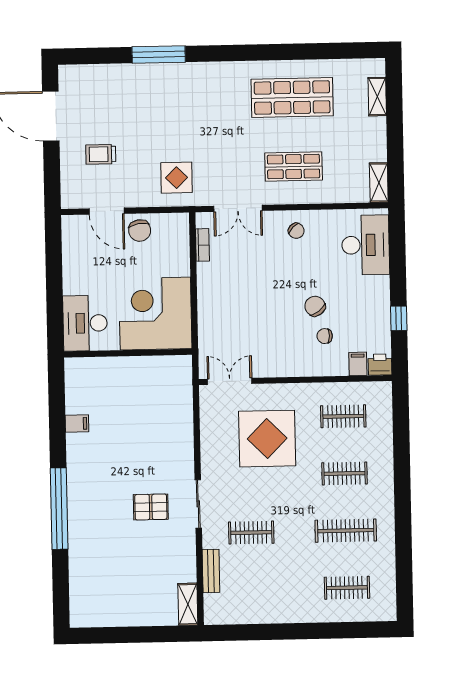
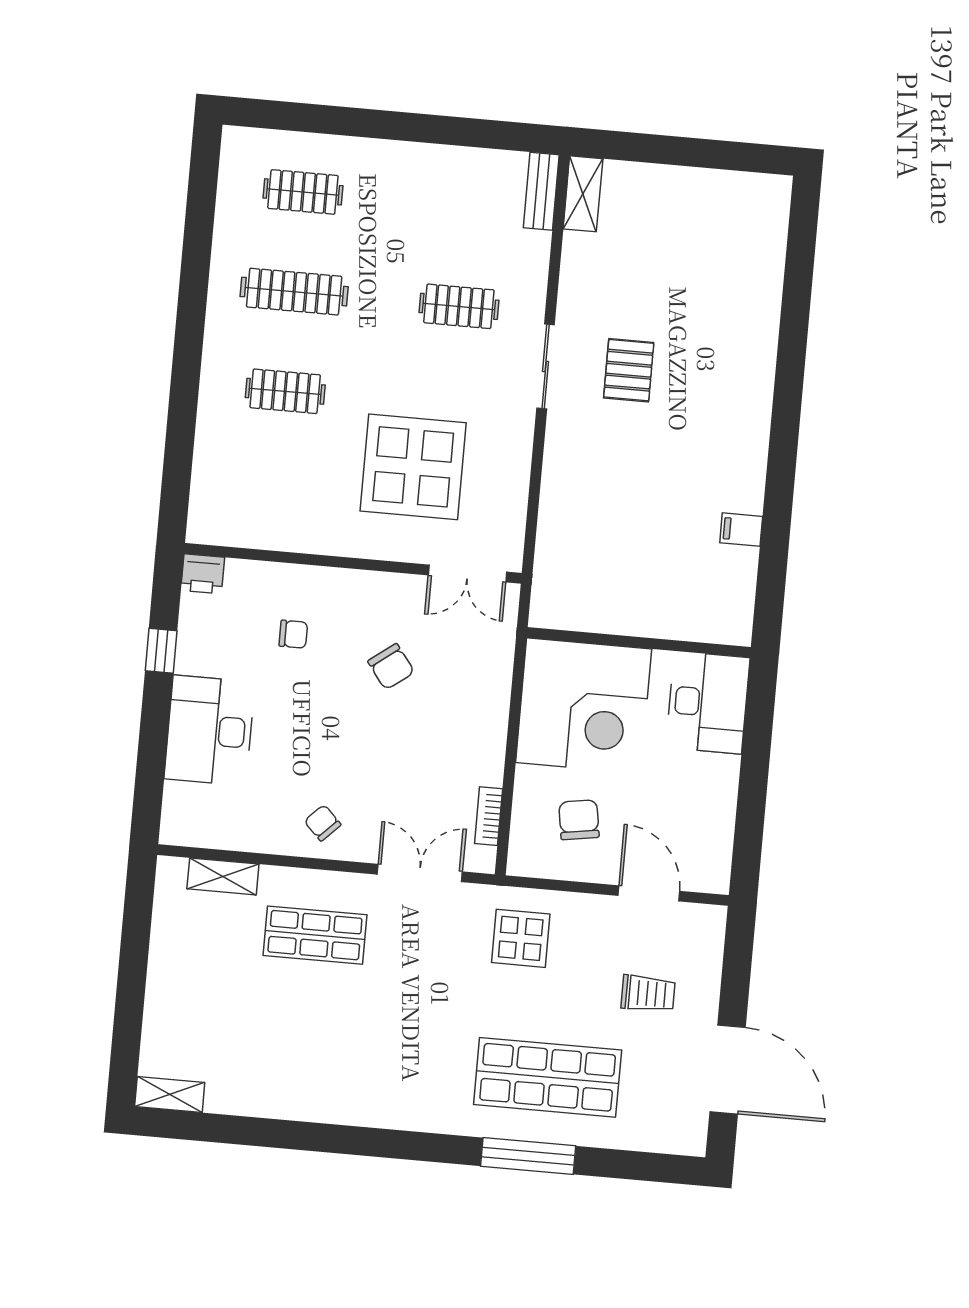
shop shelf: (292, 97) -> (548, 1077), moved
shelving: (377, 97) -> (170, 1094), moved, turned 90
shelving: (379, 183) -> (223, 876), moved, turned 90
chair: (140, 231) -> (579, 820), moved
desk: (366, 245) -> (210, 730), moved
chair: (315, 306) -> (391, 667), moved
filing cabinet: (358, 364) -> (241, 579), removed
clothes rail: (343, 416) -> (276, 491), removed
pallet: (151, 507) -> (629, 370), turned 90
window: (59, 509) -> (789, 385), removed
bench: (211, 571) -> (541, 191), moved

